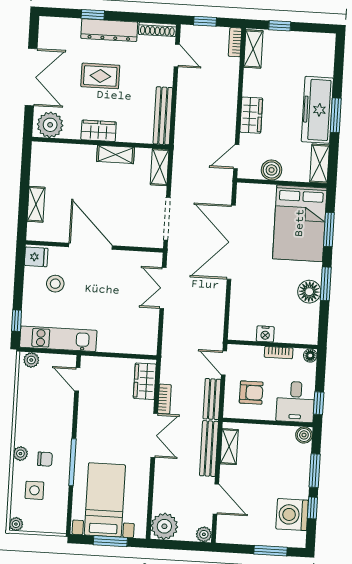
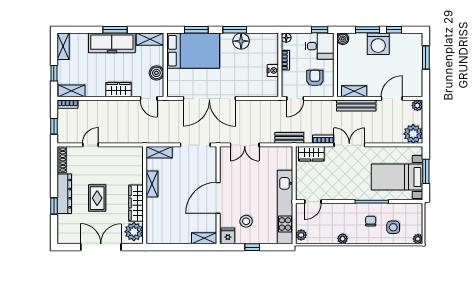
shelving: (317, 41) -> (63, 46), added
door: (177, 56) -> (90, 145), moved
bench: (163, 116) -> (123, 152), removed
wardrobe: (99, 131) -> (136, 203), width x1.50
shelving: (36, 204) -> (204, 238), moved
window: (17, 321) -> (252, 247), moved
kitchen unit: (58, 339) -> (285, 207), width x1.36
bench: (212, 399) -> (289, 138), moved
plant: (20, 454) -> (343, 239), moved
washing machine: (292, 515) -> (378, 44), moved

